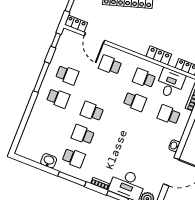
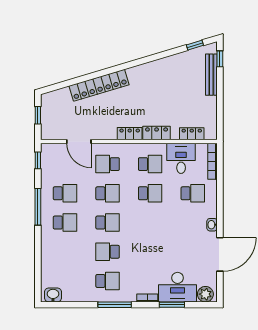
locker: (76, 24) -> (130, 134), moved
school desk: (144, 78) -> (150, 164), turned 180
school desk: (101, 88) -> (108, 193), added
school desk: (92, 111) -> (108, 223), turned 180
school desk: (169, 115) -> (193, 193), turned 180
washbasin: (49, 161) -> (53, 295), moved

